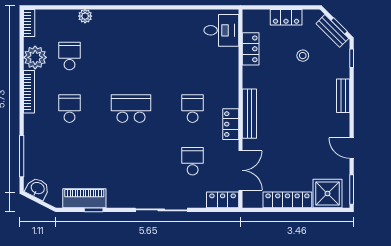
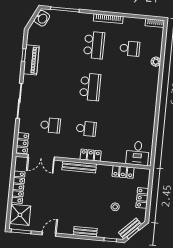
plant: (35, 57) -> (131, 25), removed
school desk: (70, 109) -> (94, 45), width x1.85
locker: (231, 124) -> (91, 155), moved
piano: (84, 198) -> (31, 60), moved

